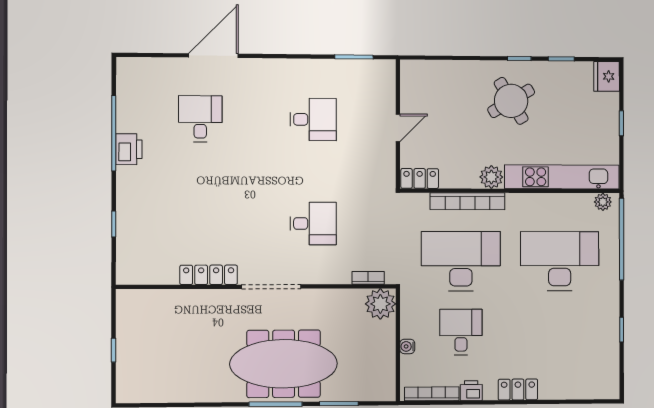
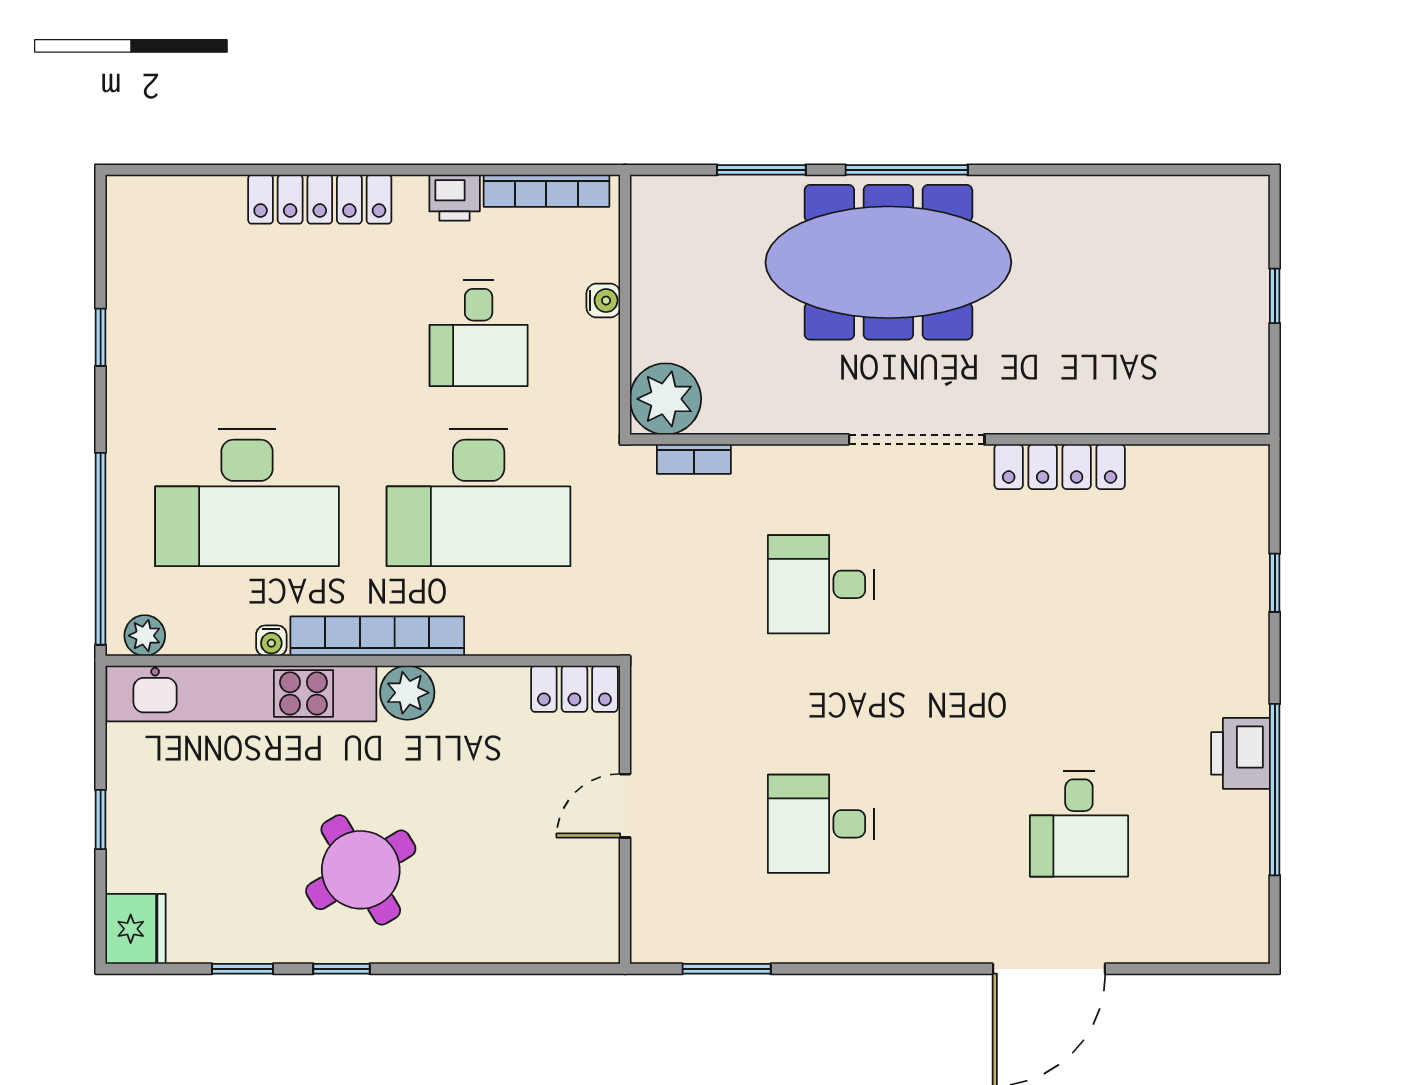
water cooler: (549, 200) -> (271, 641), added
bookcase: (467, 201) -> (377, 636), moved
locker: (518, 390) -> (320, 199), width x1.53

